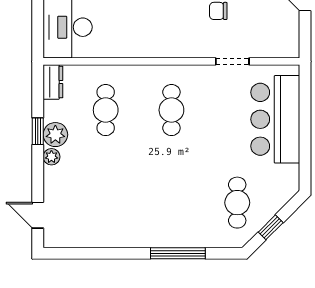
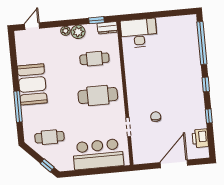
cafe table: (171, 110) -> (98, 96), width x1.37, depth x1.35
window: (38, 131) -> (97, 20), moved
booth: (141, 224) -> (32, 84), added
window: (271, 227) -> (47, 165), moved

